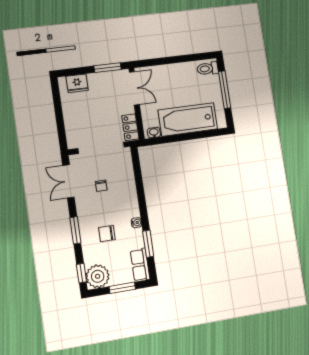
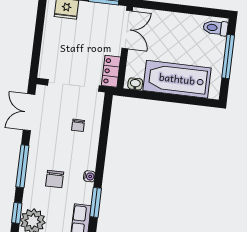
chair: (101, 186) -> (78, 125), moved
window: (75, 230) -> (22, 166), width x1.44
chair: (107, 234) -> (55, 179), turned -90

